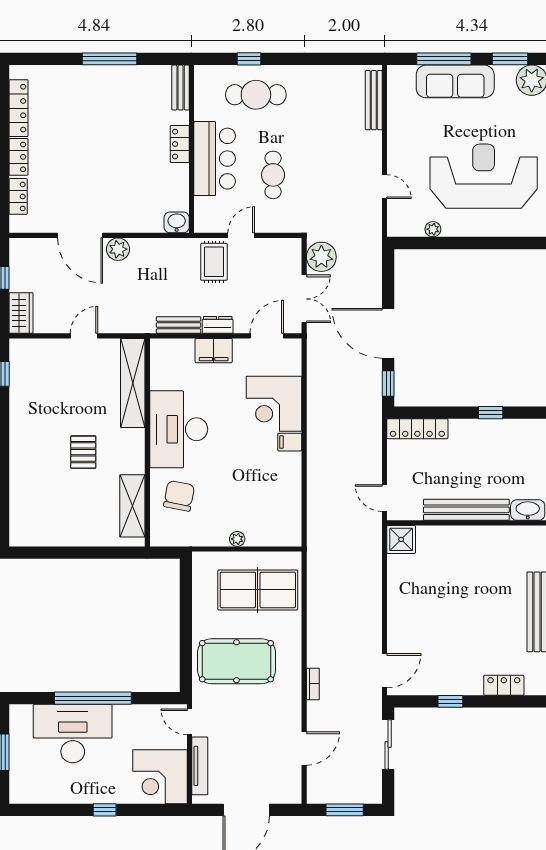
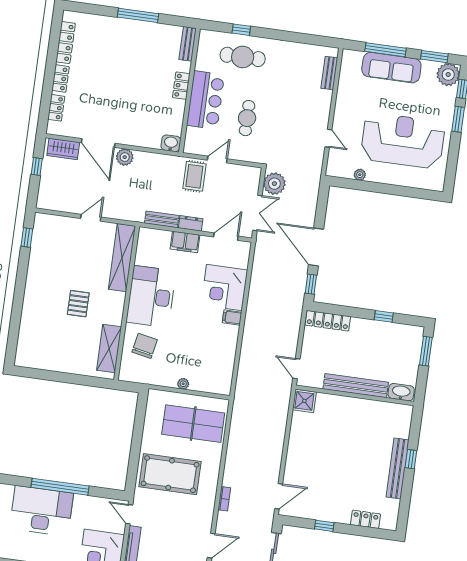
bench: (374, 100) -> (329, 73), width x0.73
wardrobe: (21, 313) -> (63, 149), moved, turned 90

